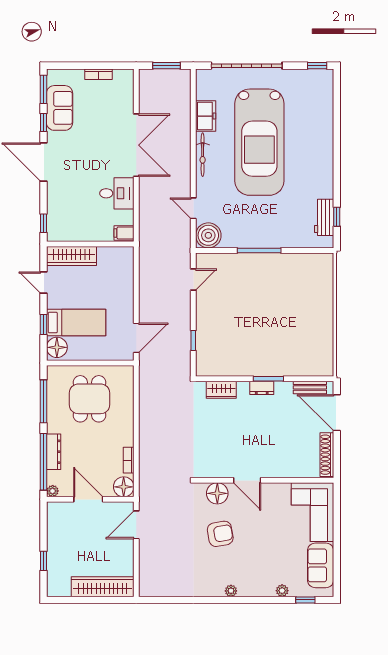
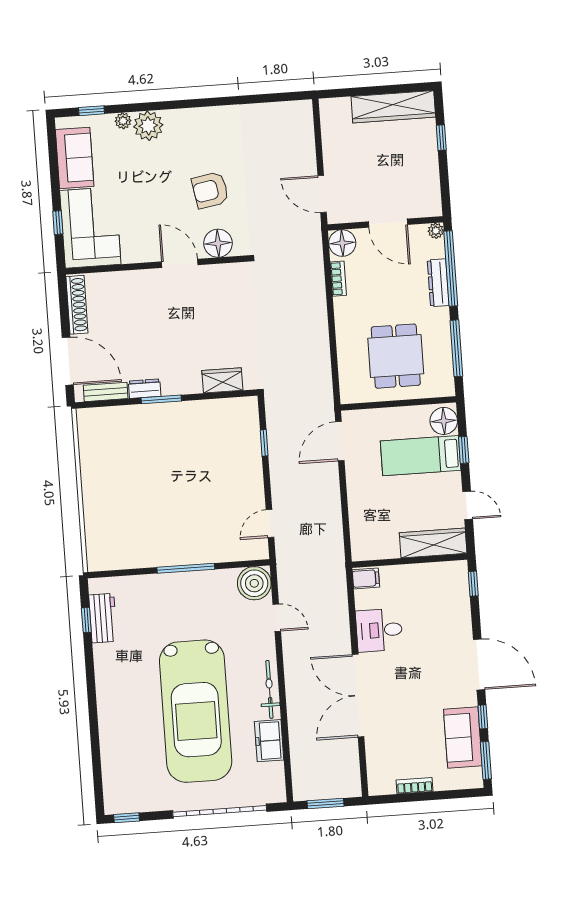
car: (259, 142) -> (196, 711), turned 180
dresser: (262, 388) -> (145, 389), moved
window: (337, 518) -> (58, 223), added
door: (136, 525) -> (322, 194), swing flipped
wardrobe: (103, 587) -> (393, 107), moved
plant: (231, 591) -> (148, 126), moved, width x1.88, depth x1.88

